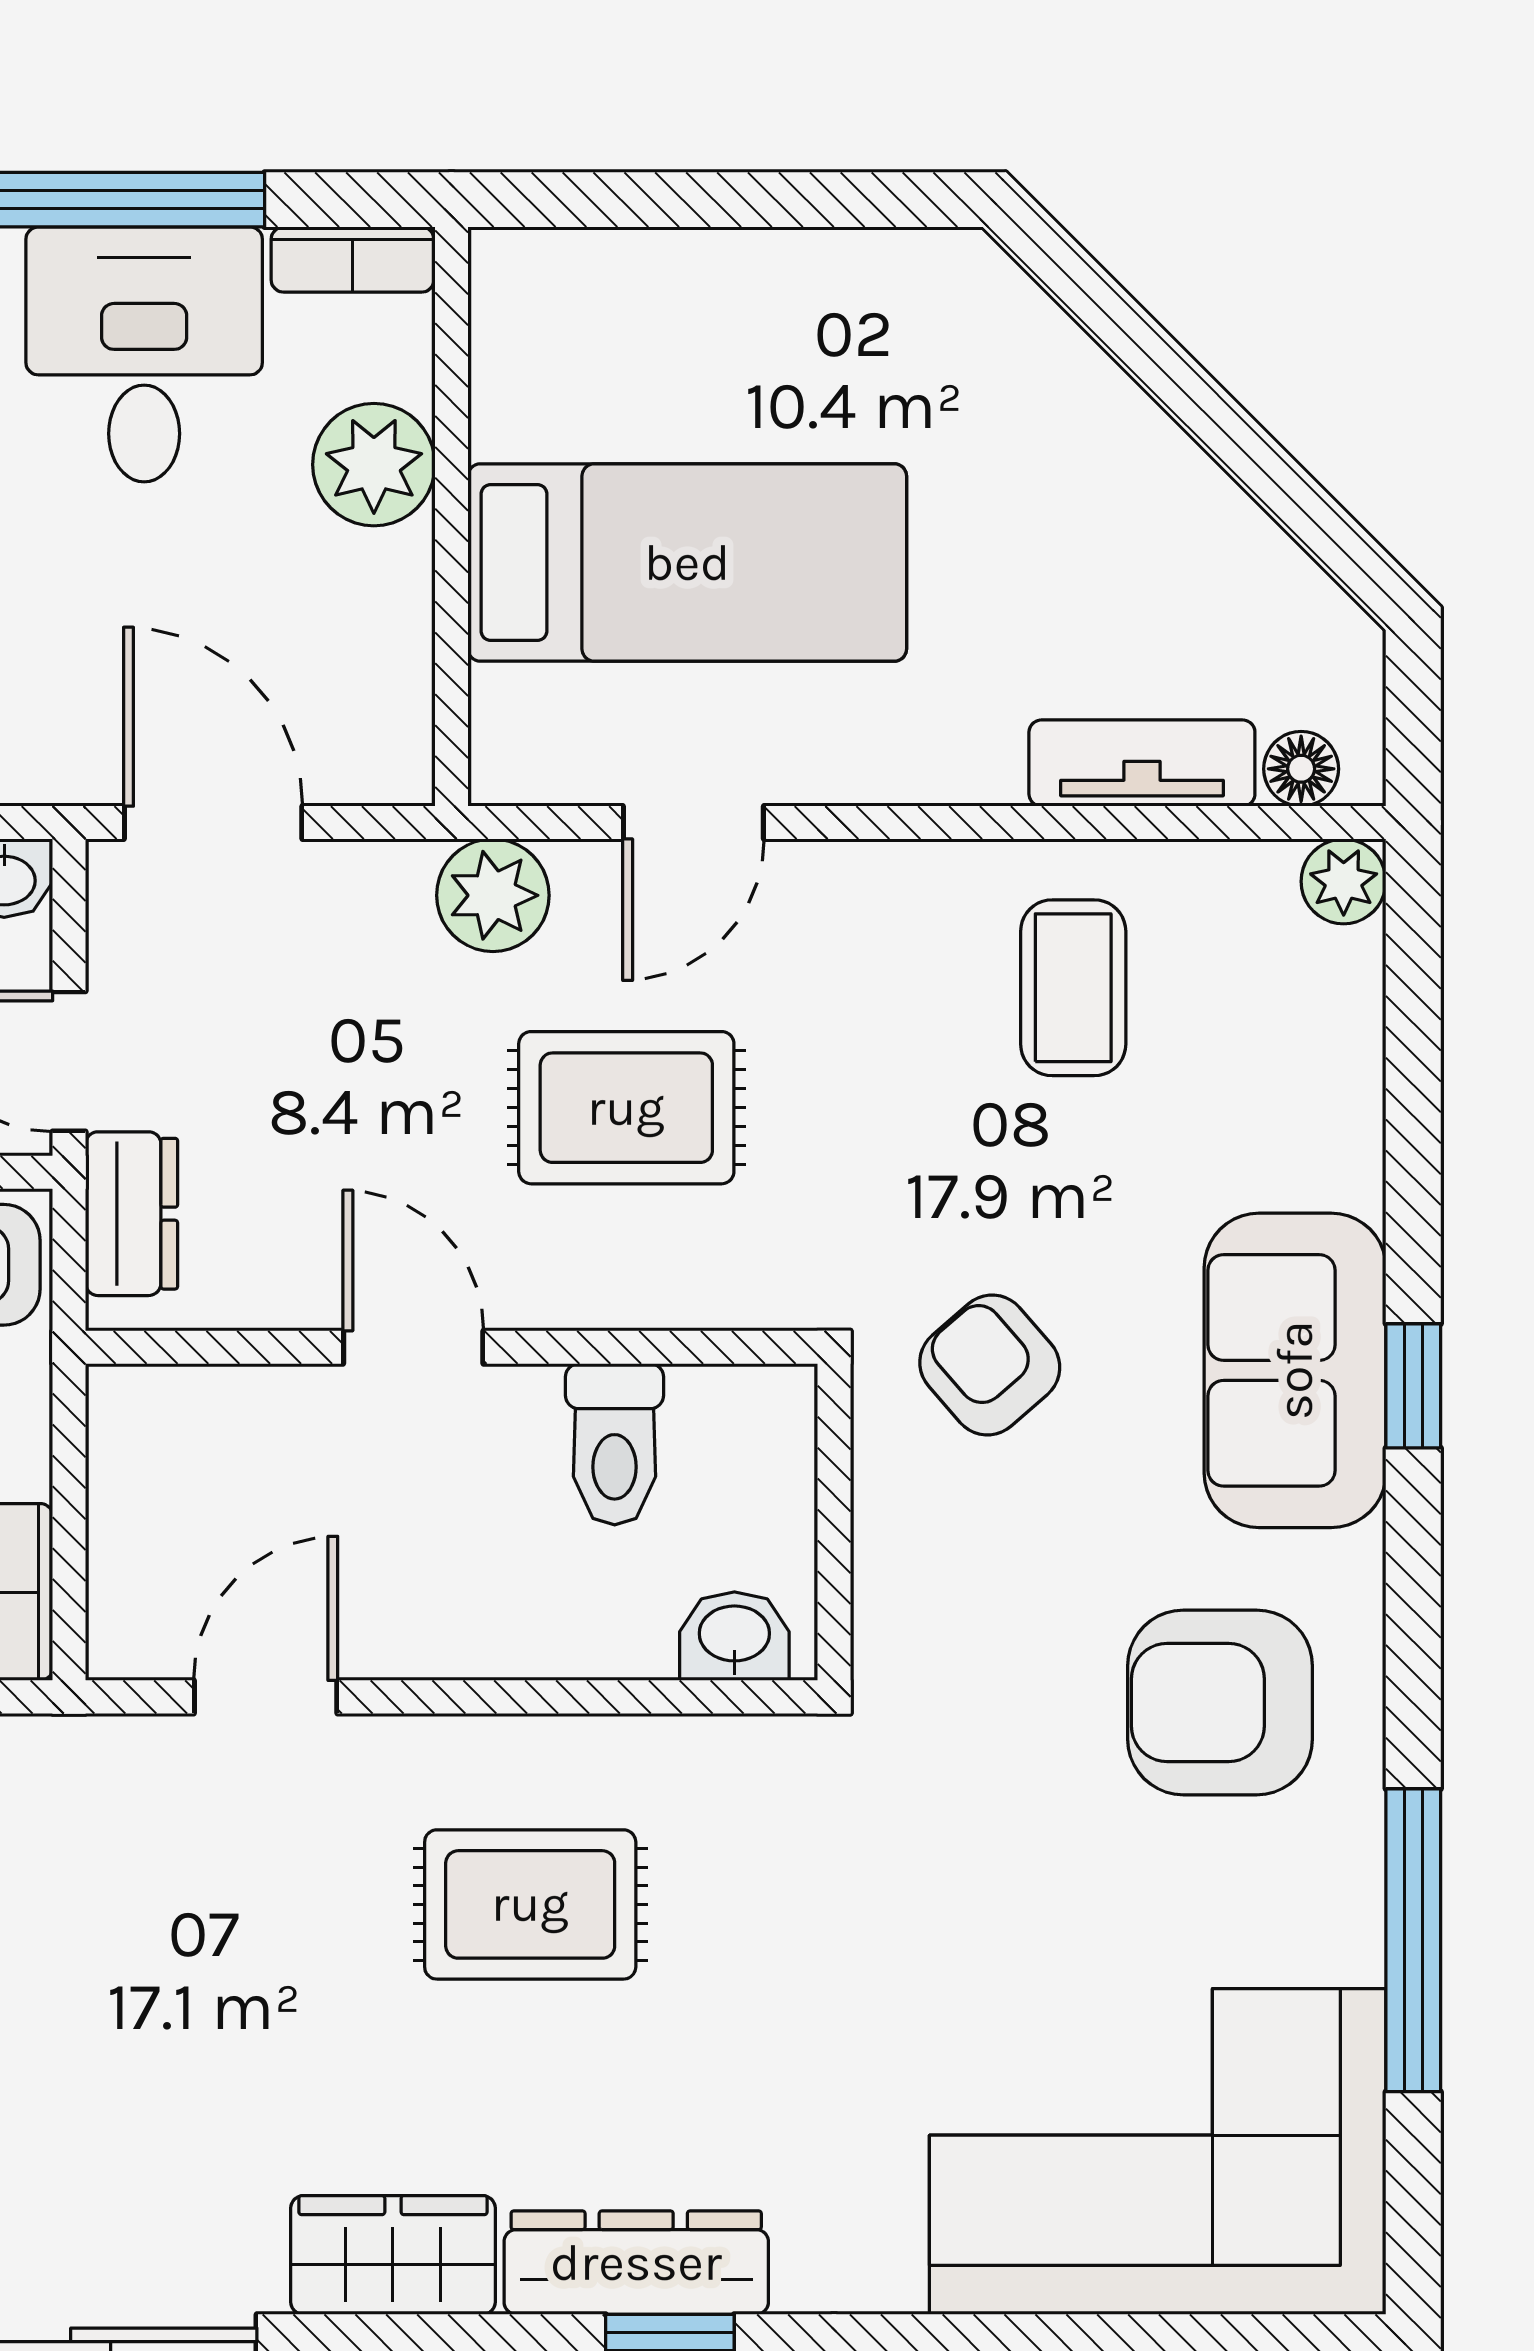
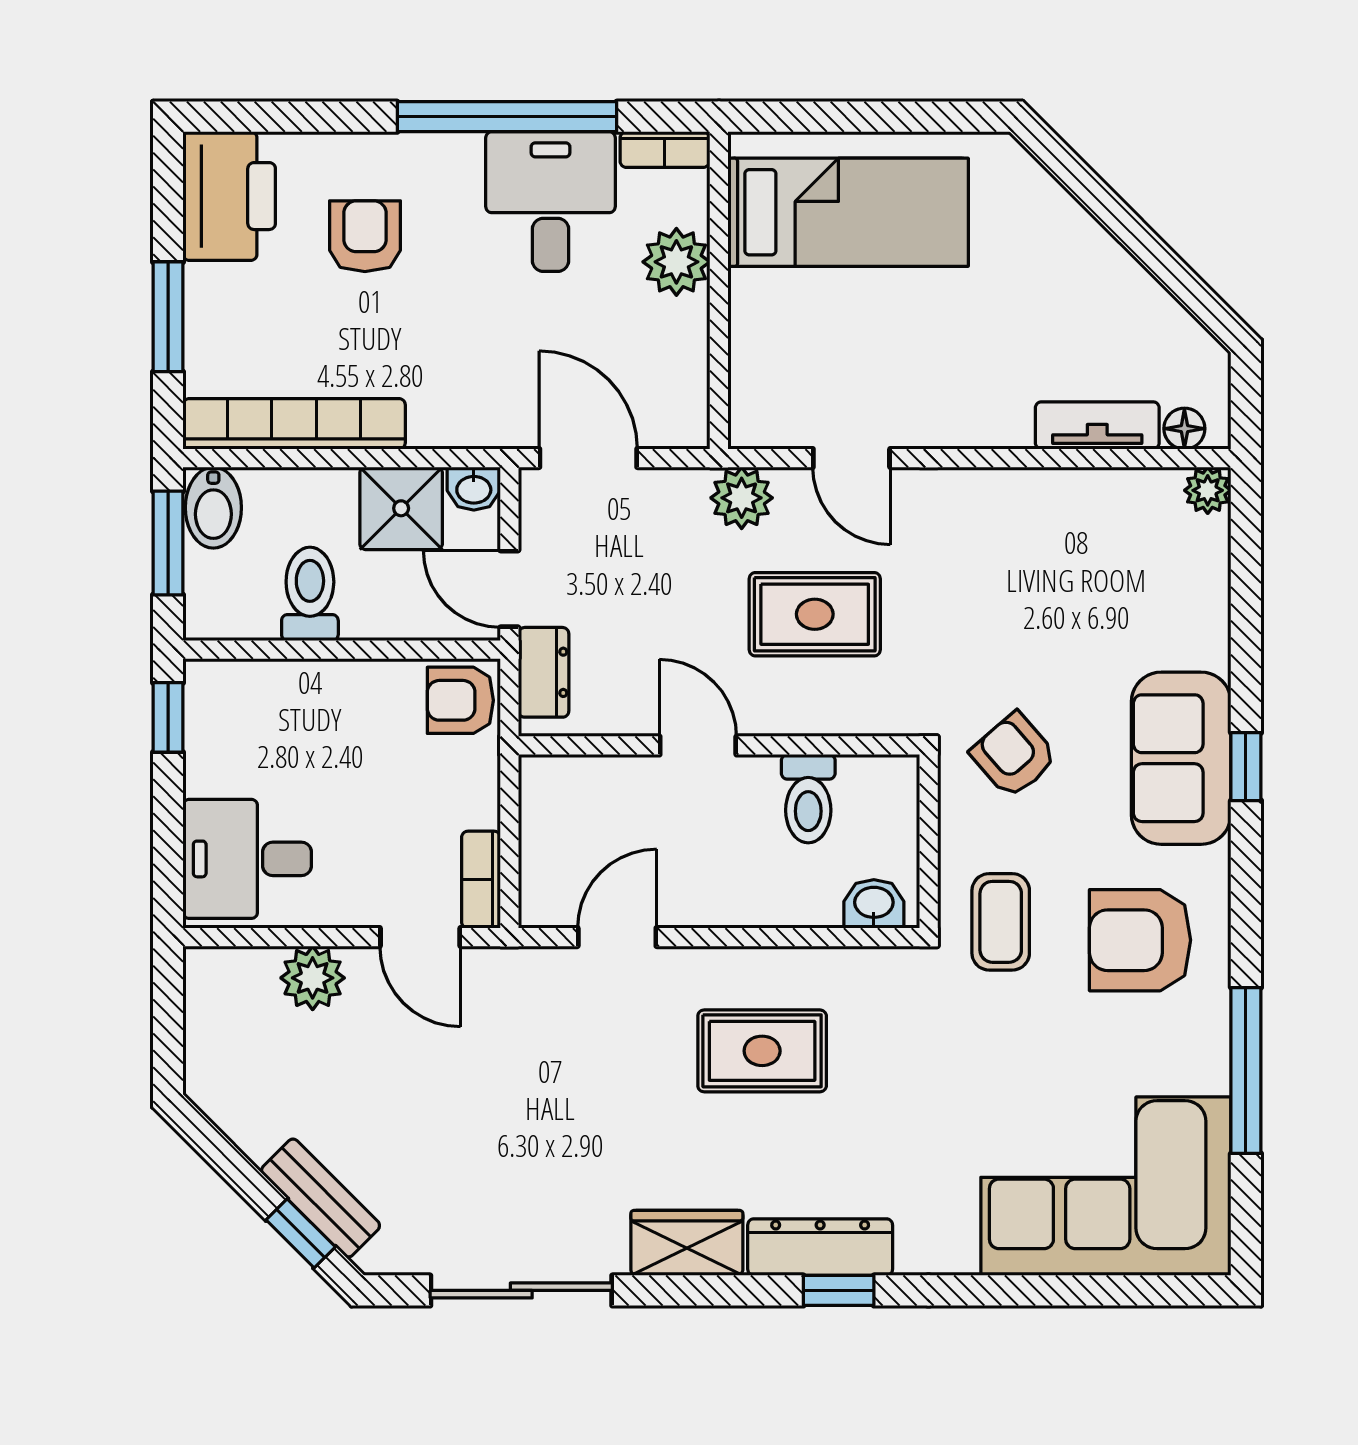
bed: (687, 563) -> (848, 212), moved
door: (693, 823) -> (851, 458), hinge flipped
coffee table: (1073, 988) -> (1001, 922), moved

